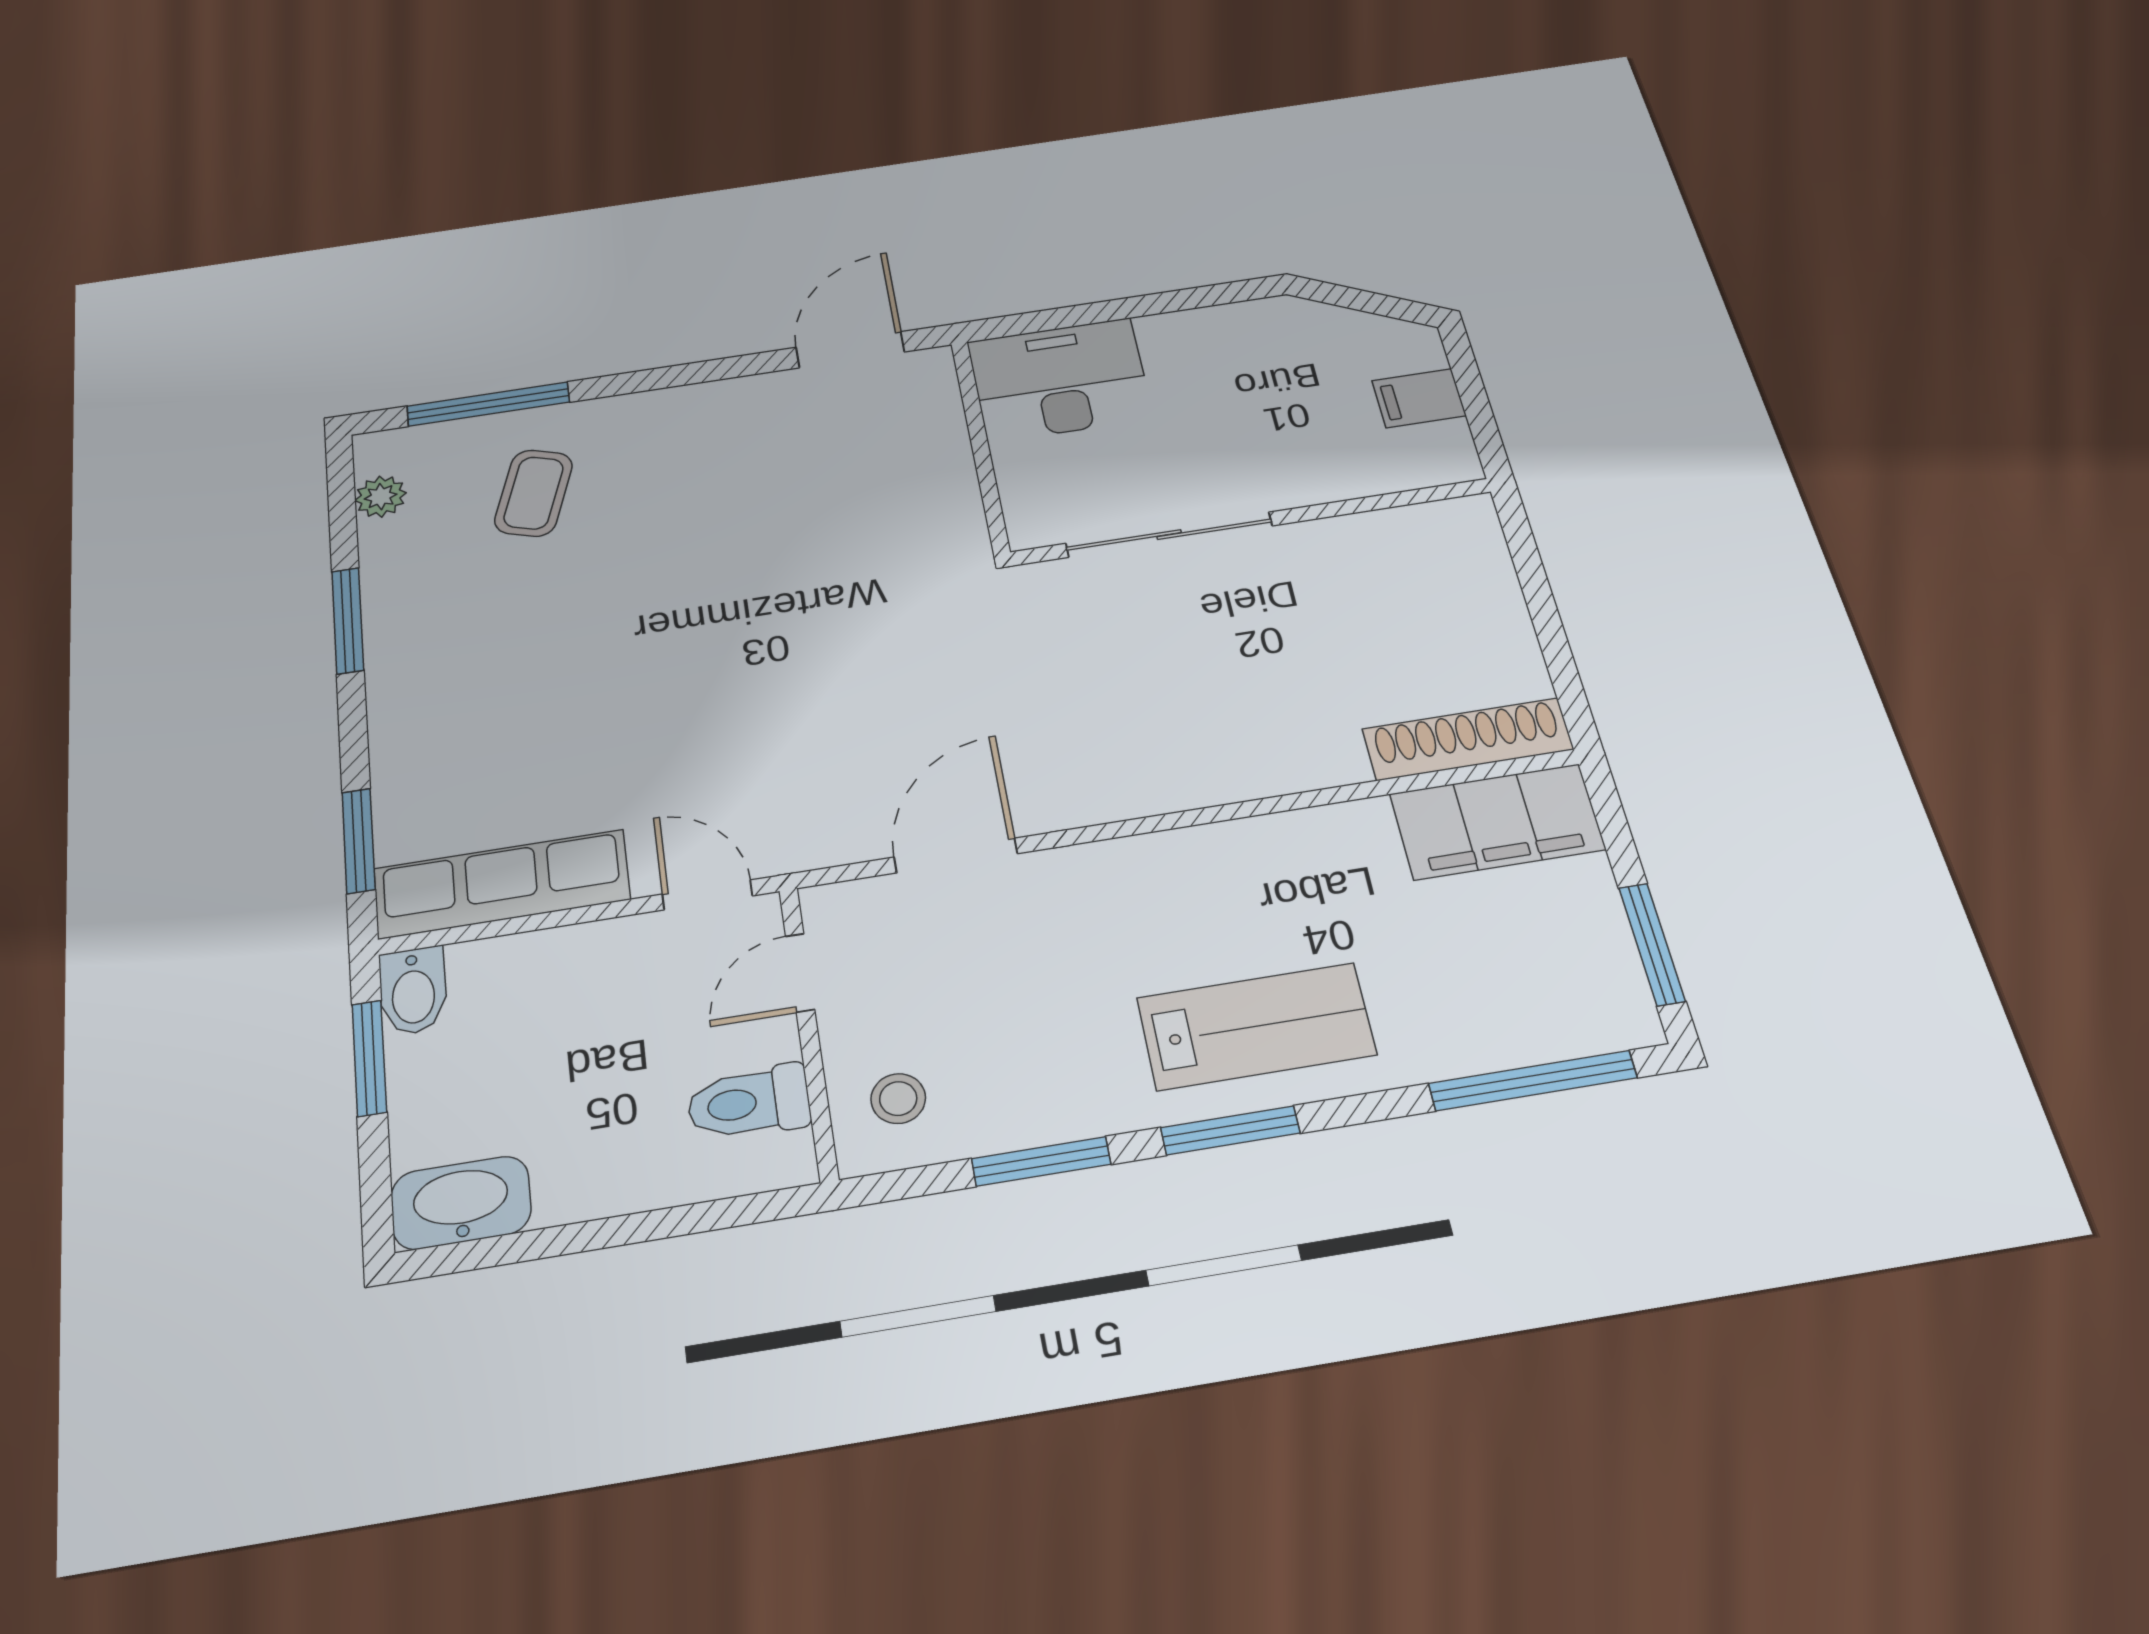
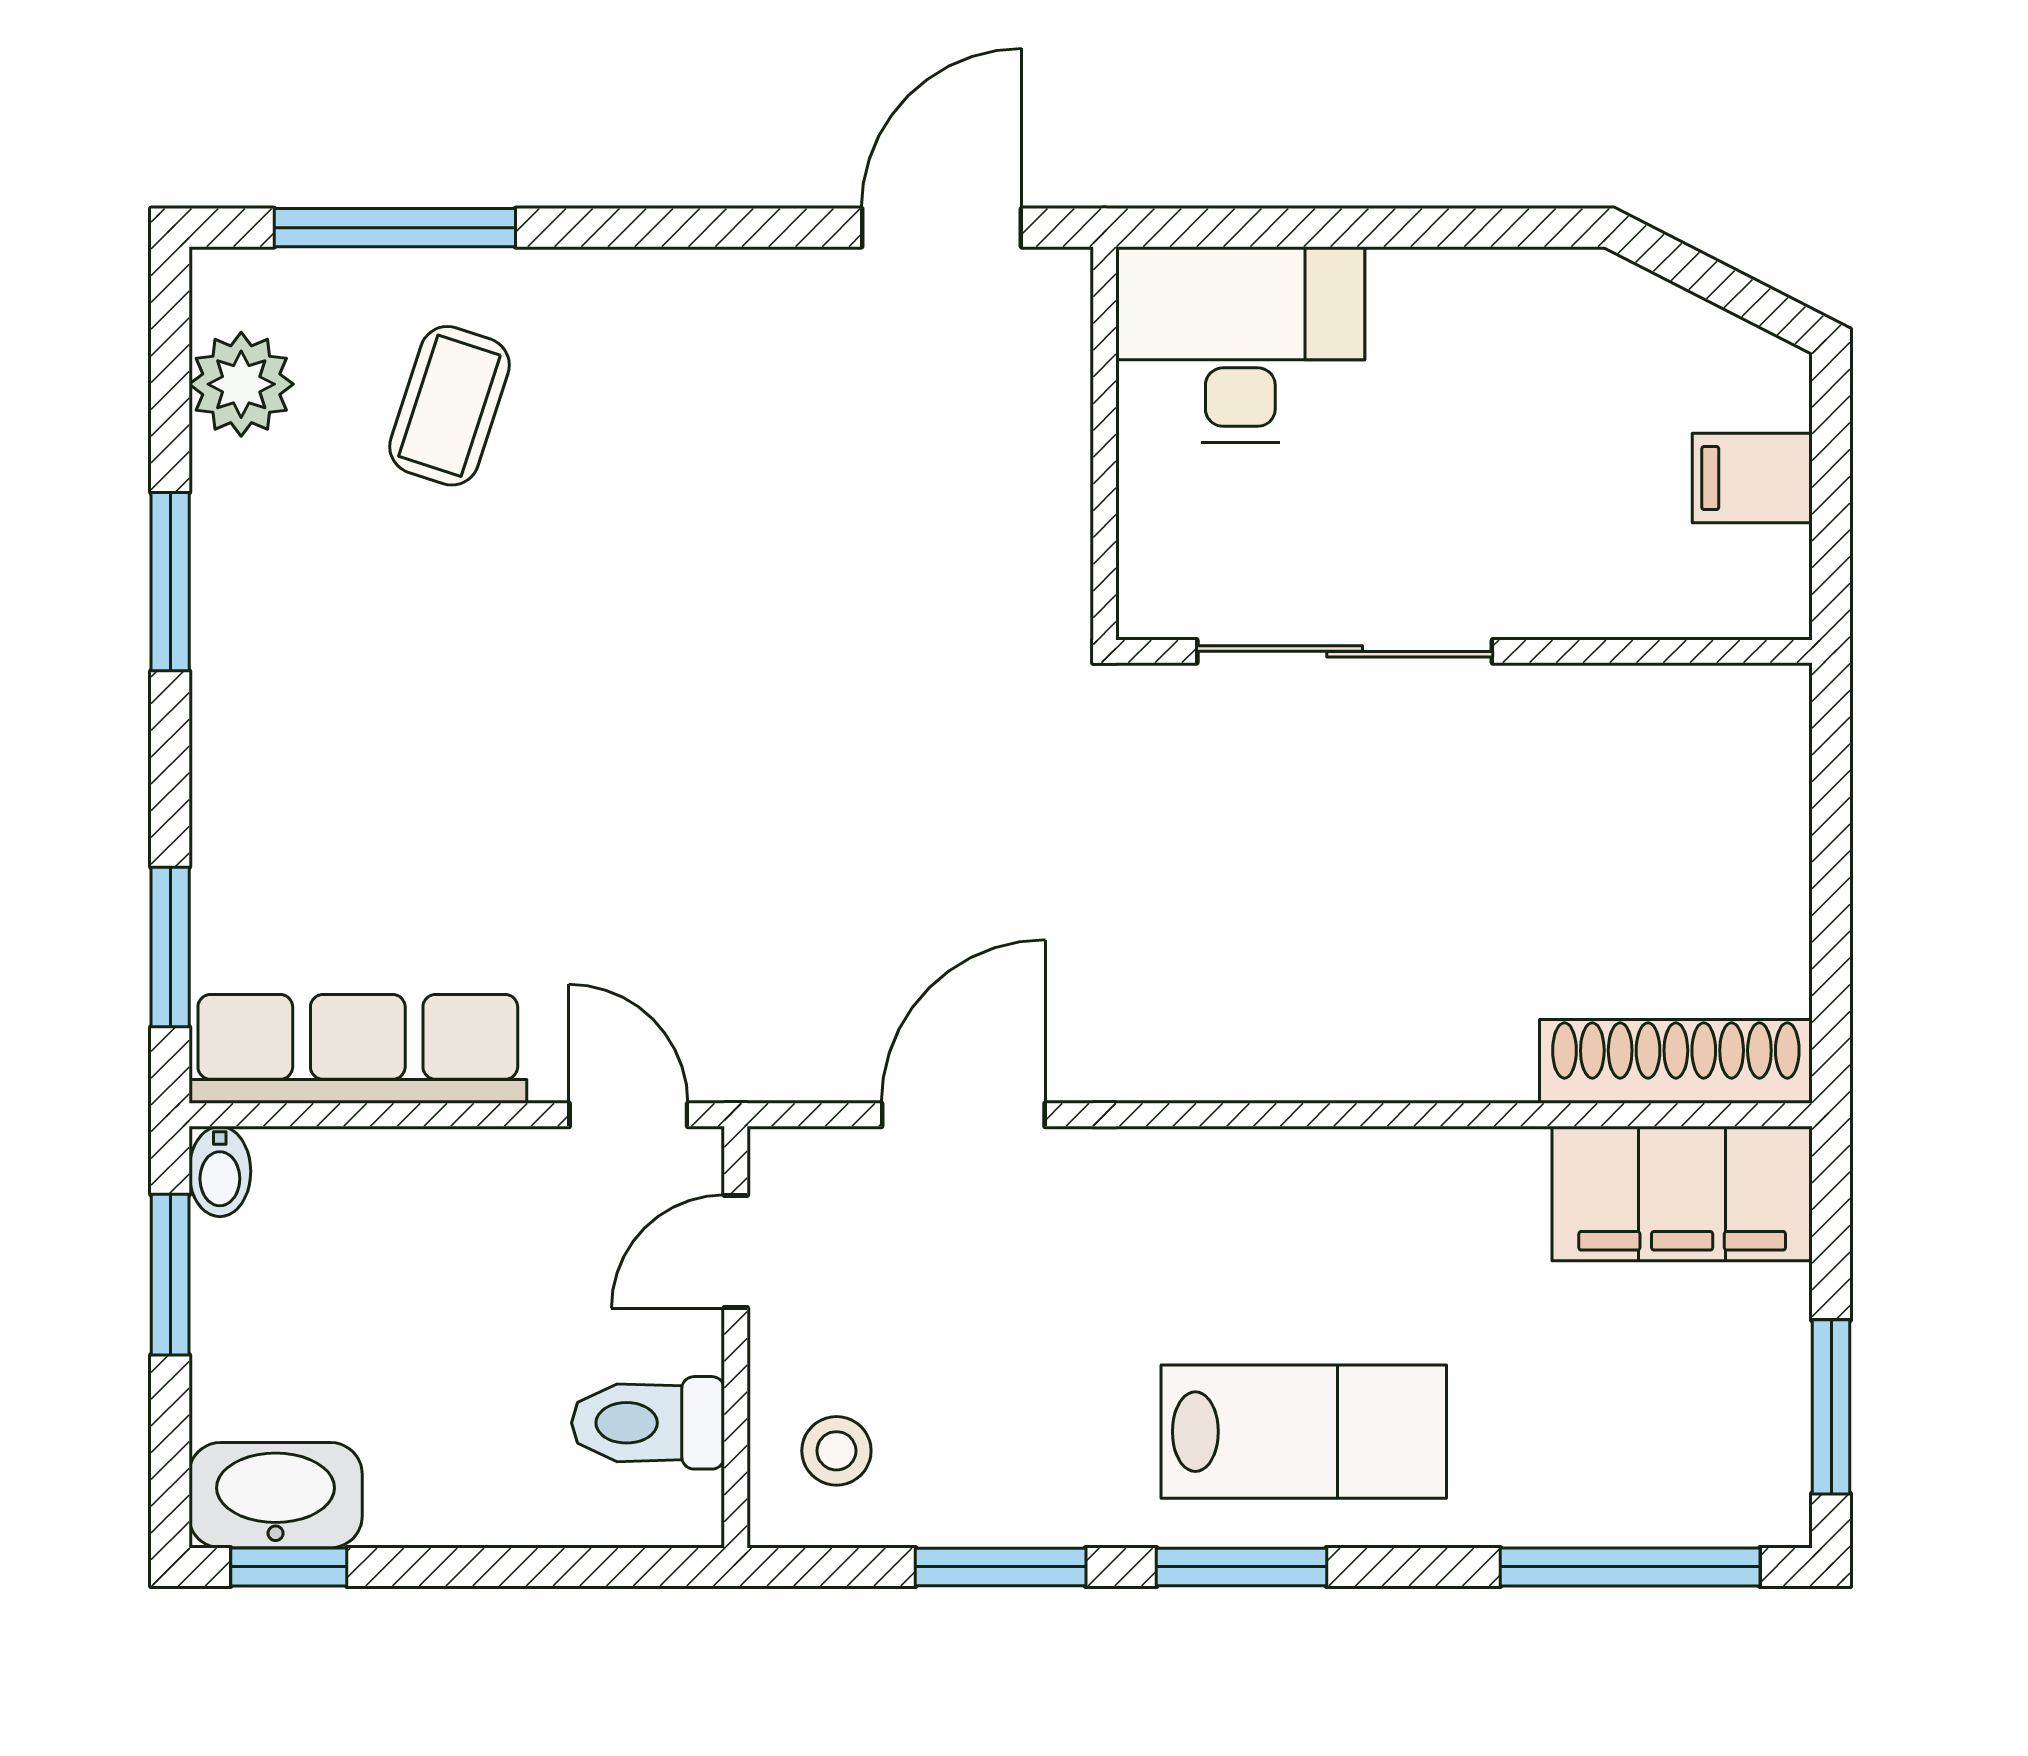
plant: (381, 497) -> (241, 384), width x1.38, depth x1.38
bidet: (413, 991) -> (220, 1171), width x0.72, depth x0.74
window: (475, 1255) -> (289, 1567), added

